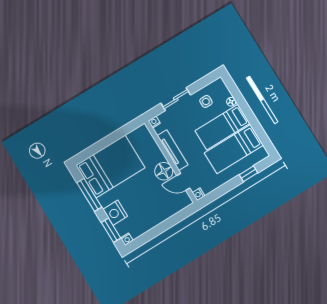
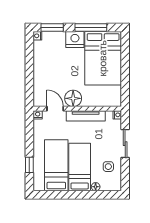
door: (183, 182) -> (55, 109), hinge flipped
nightstand: (115, 213) -> (75, 39), moved

